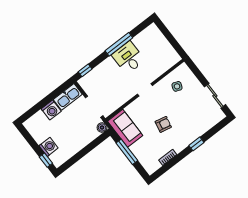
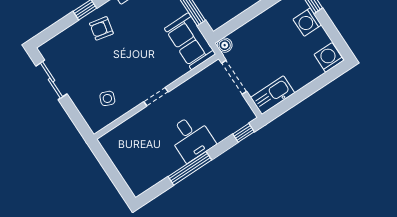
desk: (128, 58) -> (191, 138), moved
washing machine: (51, 110) -> (329, 57), moved
armchair: (163, 124) -> (101, 28), moved

